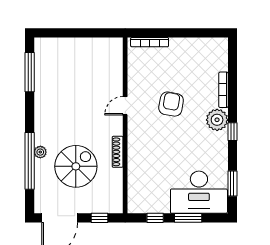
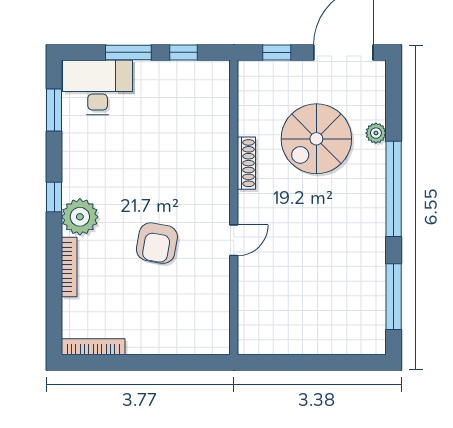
bookcase: (150, 42) -> (93, 347), moved
plant: (40, 152) -> (376, 133), moved
window: (30, 161) -> (394, 189), moved
desk: (199, 192) -> (98, 87), width x0.73, depth x0.77

